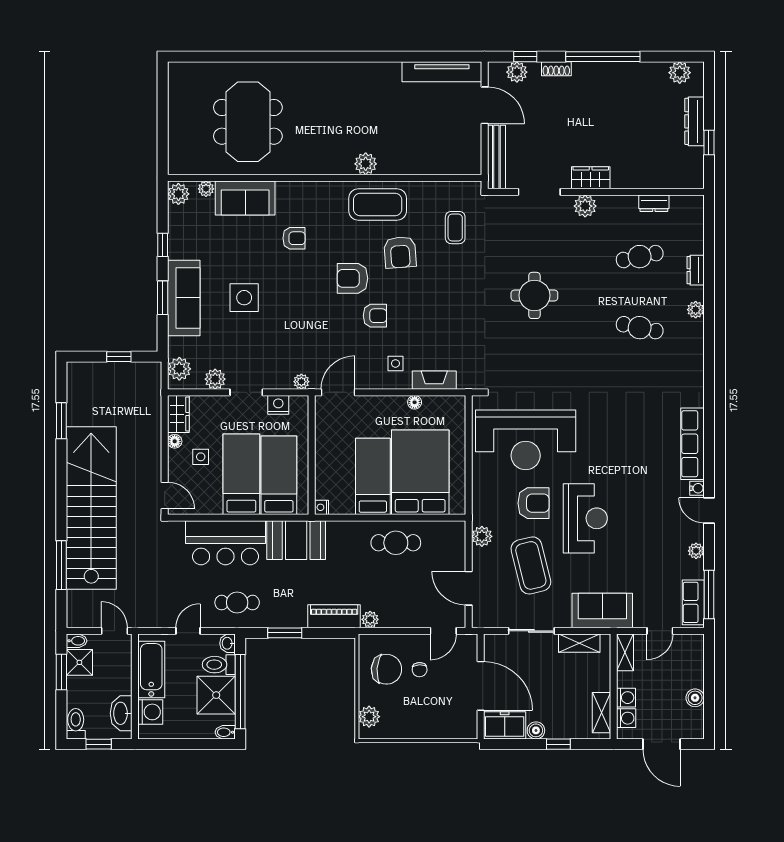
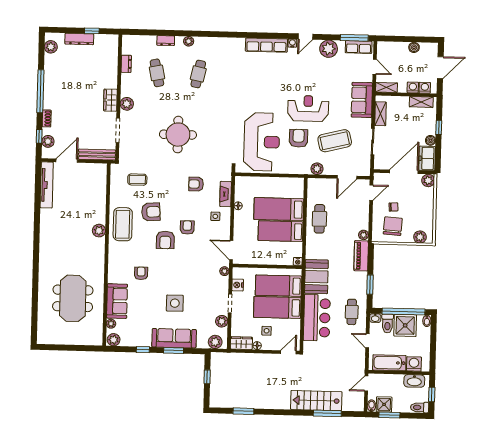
meeting table: (248, 122) -> (73, 298), turned 90
round table: (534, 295) -> (178, 135), width x1.36, depth x1.36
armchair: (450, 329) -> (196, 184), added
bed: (420, 472) -> (279, 209), width x0.67
stairs: (91, 508) -> (316, 401), width x0.54, depth x0.66
plant: (696, 551) -> (329, 49), width x1.87, depth x1.87
door: (443, 631) -> (371, 193), hinge flipped
plant: (467, 728) -> (428, 180), added

